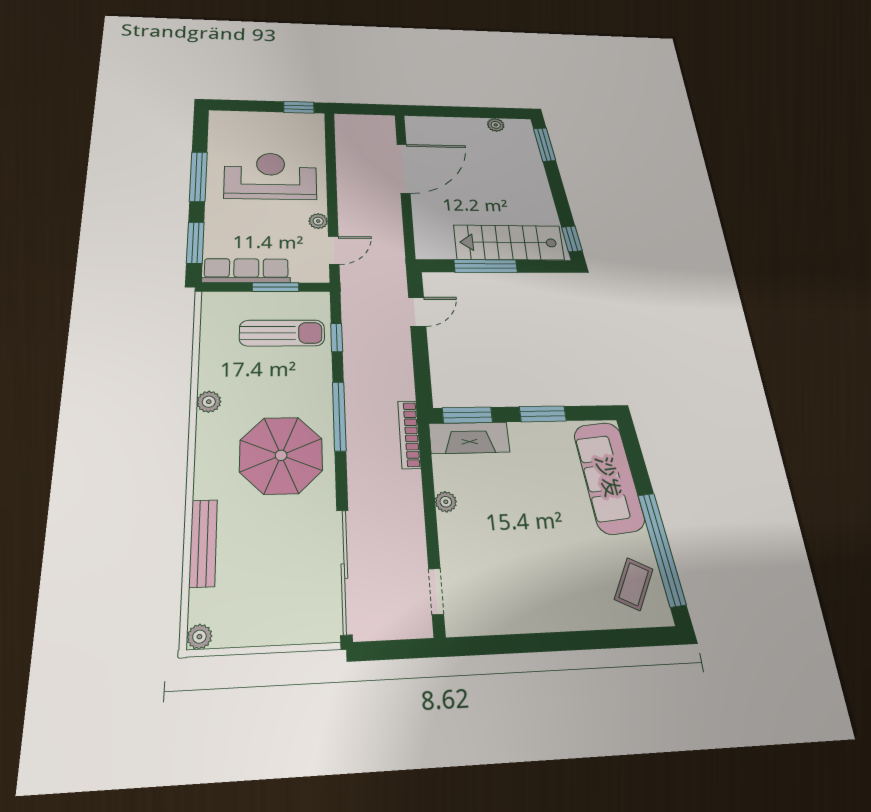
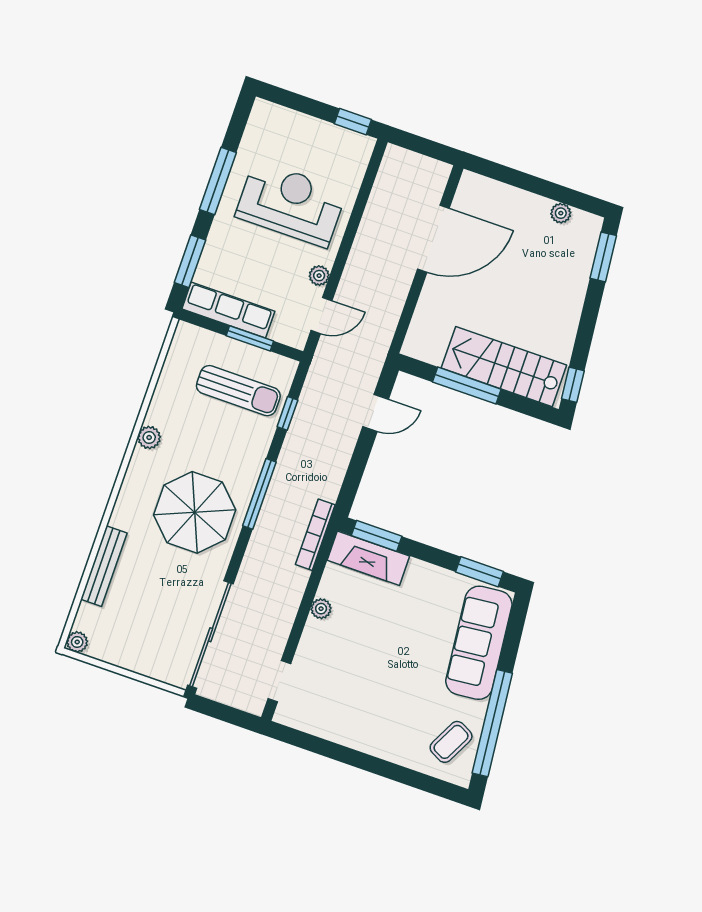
window: (543, 414) -> (480, 572), moved

